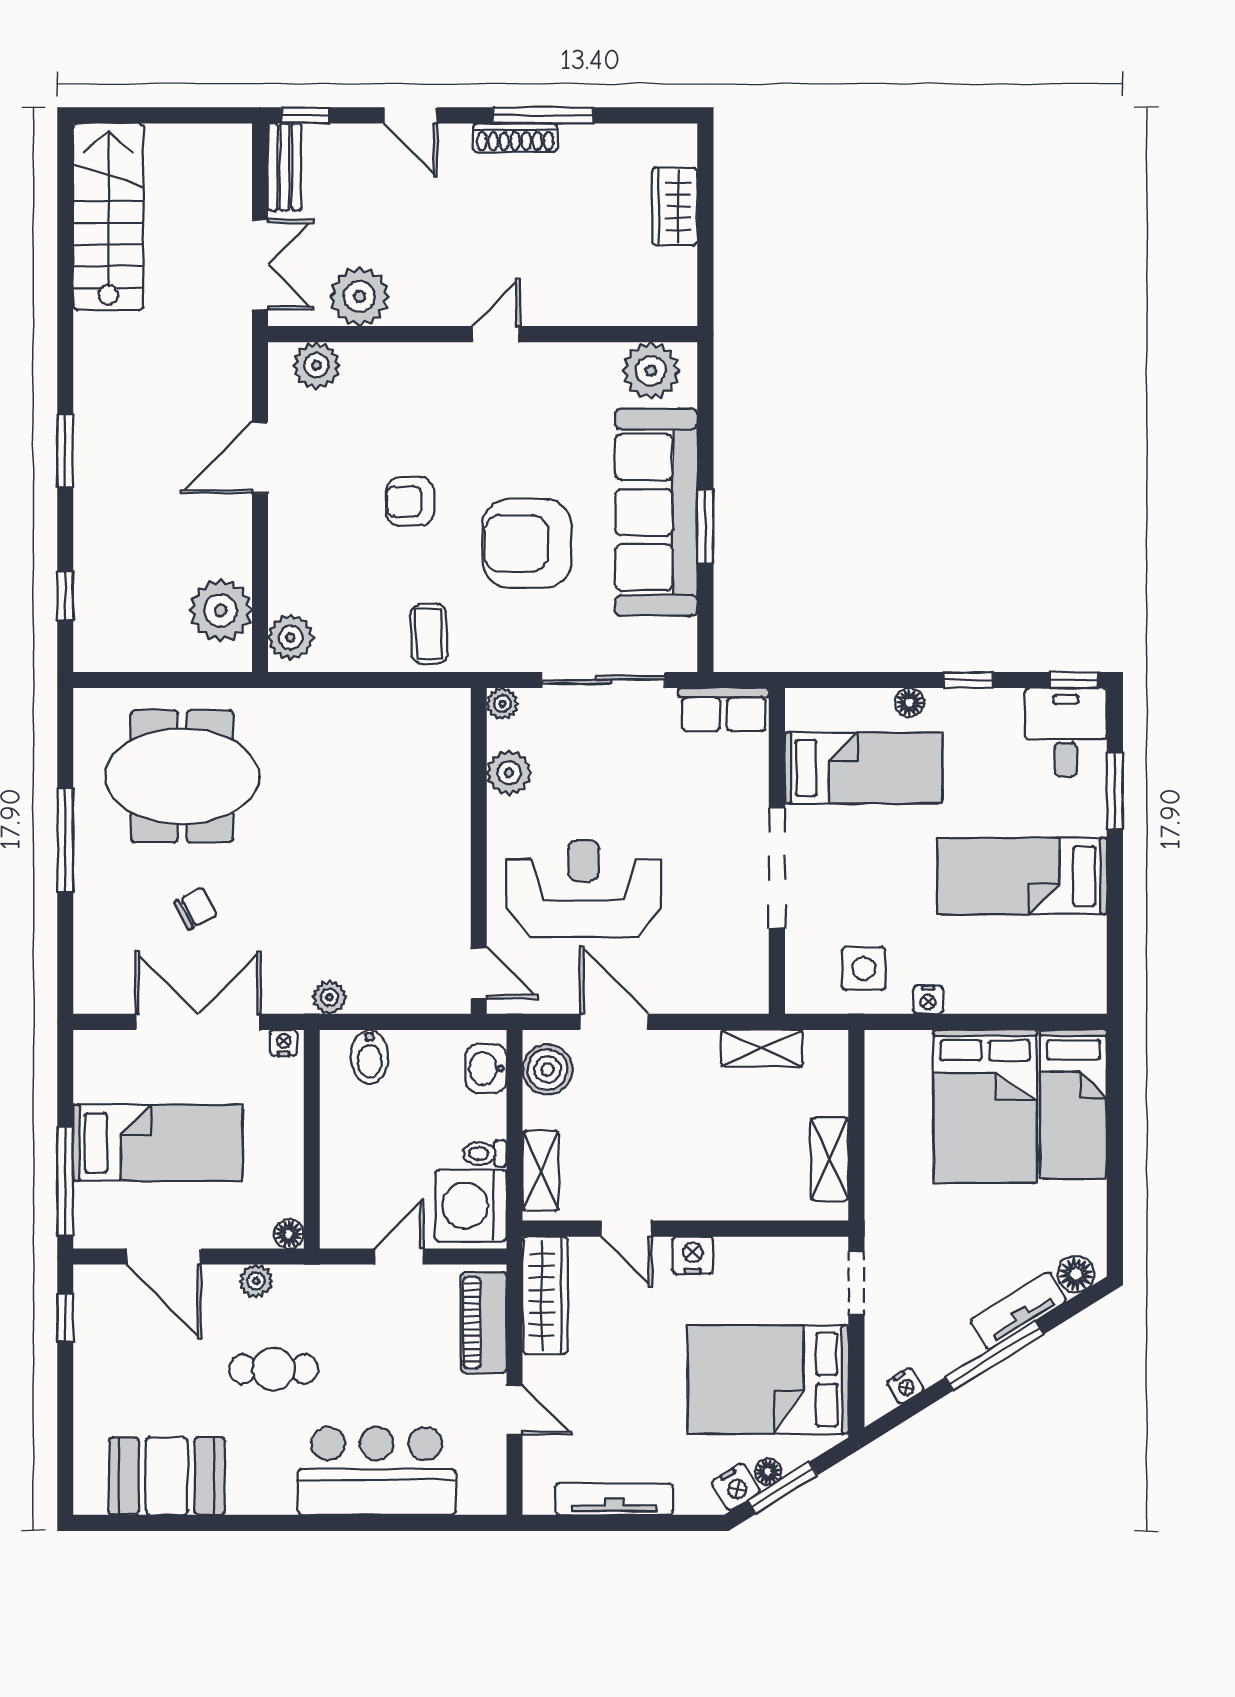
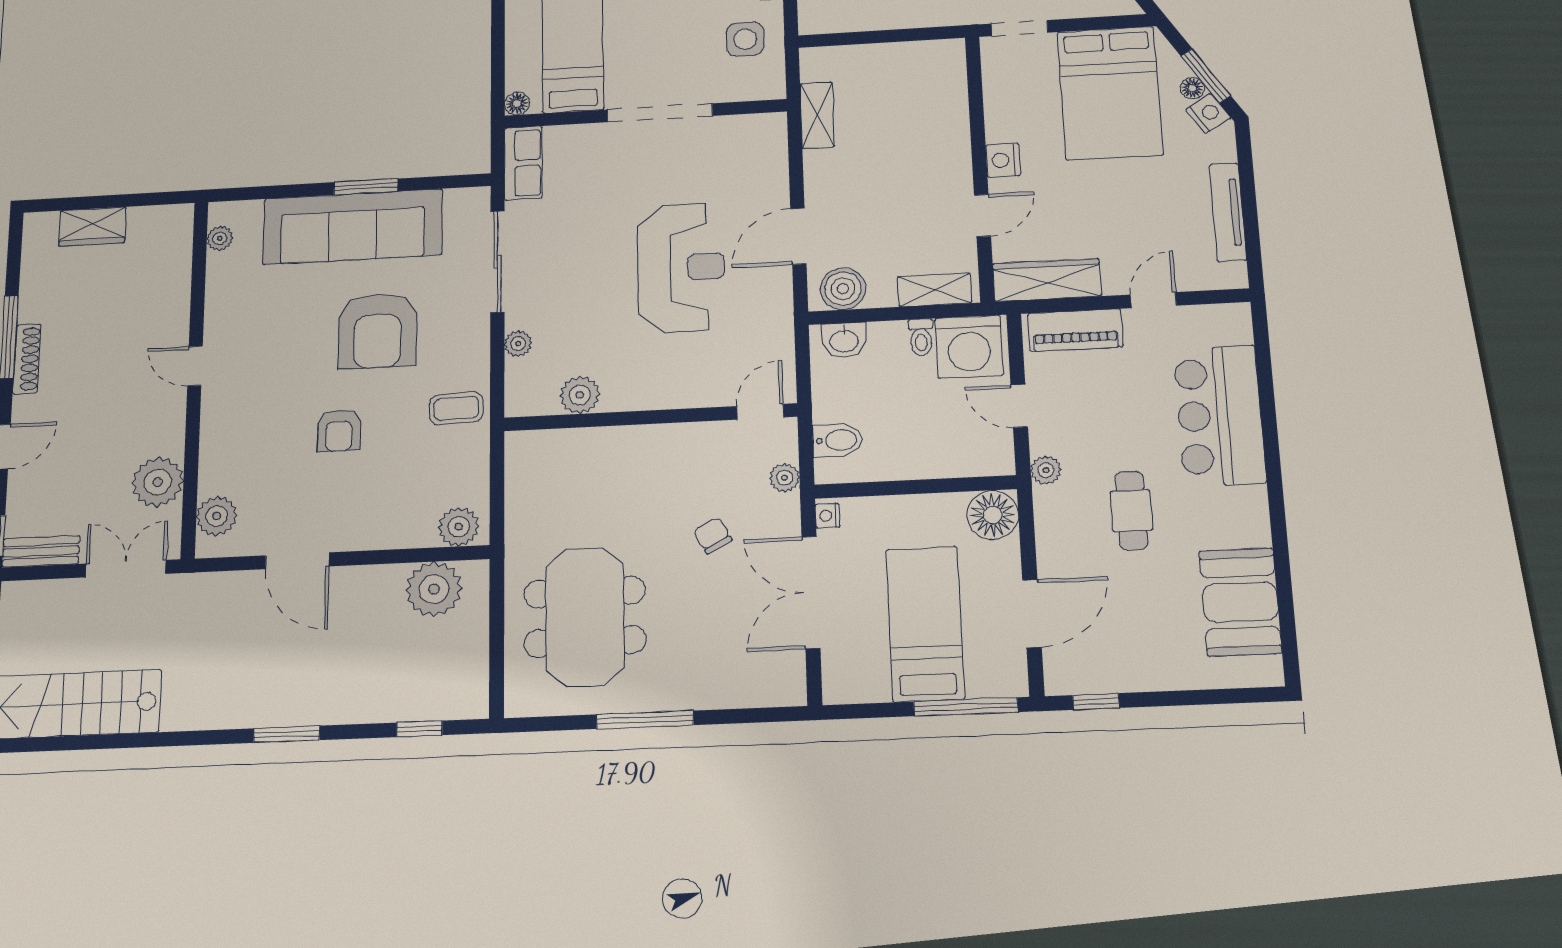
plant: (651, 371) -> (220, 238), width x0.53, depth x0.53
floor lamp: (909, 702) -> (517, 104), moved
plant: (509, 773) -> (580, 395), moved
wall: (479, 851) -> (650, 417), moved
reception desk: (584, 889) -> (681, 268), turned 180
chair: (196, 909) -> (713, 535), moved
door: (479, 973) -> (760, 412), moved
shelving: (830, 1159) -> (912, 56), removed
floor lamp: (289, 1234) -> (993, 515), width x1.89, depth x1.89
plant: (256, 1281) -> (1046, 470), moved

